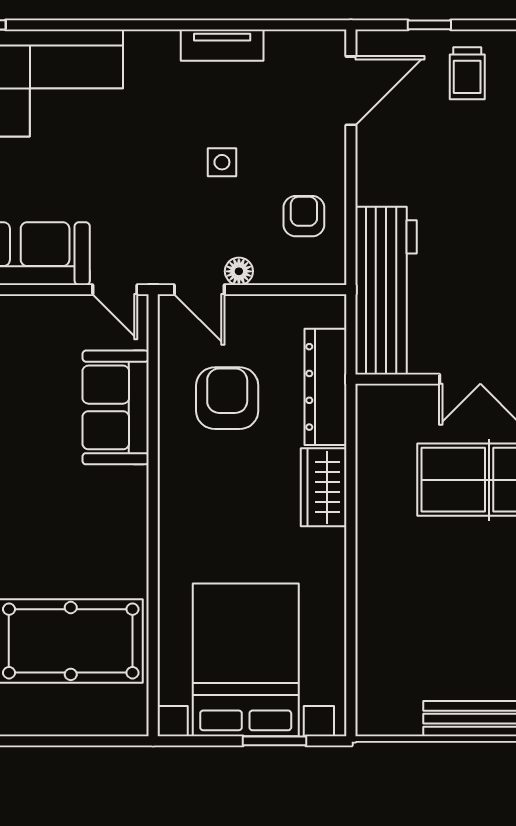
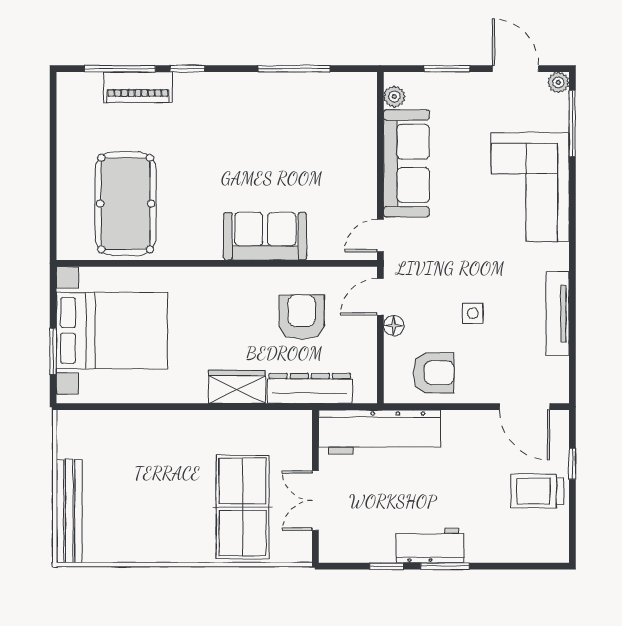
tv unit: (222, 45) -> (558, 313), width x1.41
trolley: (467, 73) -> (537, 491), width x1.36, depth x1.39
armchair: (304, 216) -> (434, 373), width x1.38, depth x1.38
armchair: (227, 398) -> (302, 317), turned -90
sofa: (116, 407) -> (265, 236), moved

